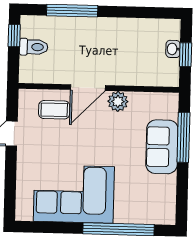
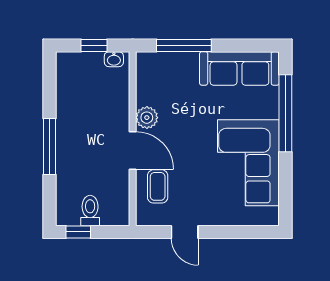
window: (72, 11) -> (50, 146), moved
washbasin: (173, 49) -> (114, 59), moved
sofa: (162, 147) -> (239, 68), moved, width x1.36

